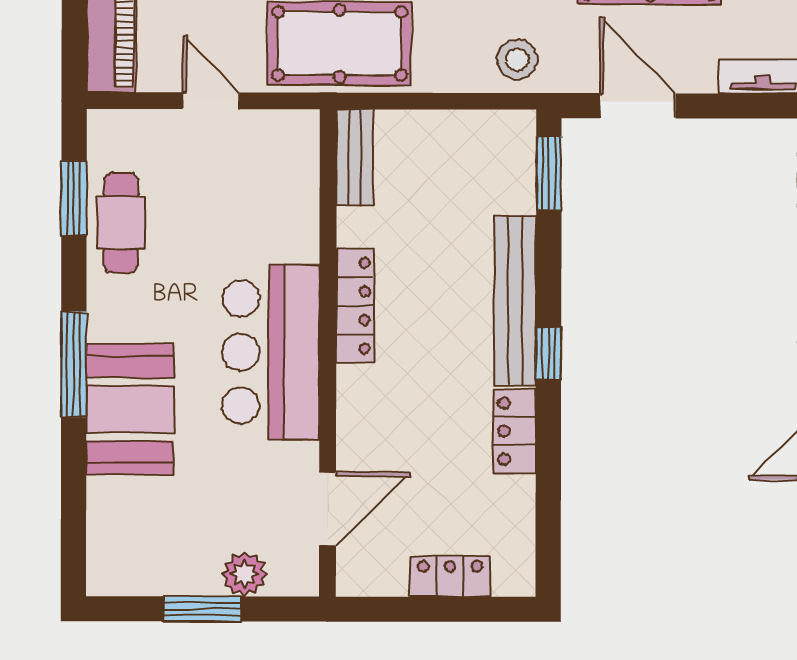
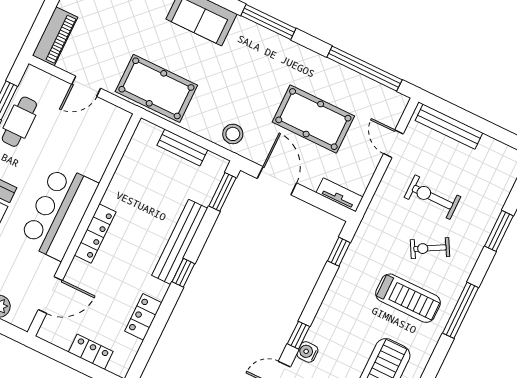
door: (211, 101) -> (86, 86), swing flipped
bench: (355, 157) -> (182, 148), moved, turned 90
locker: (355, 306) -> (95, 233), moved
locker: (515, 431) -> (143, 317), moved

